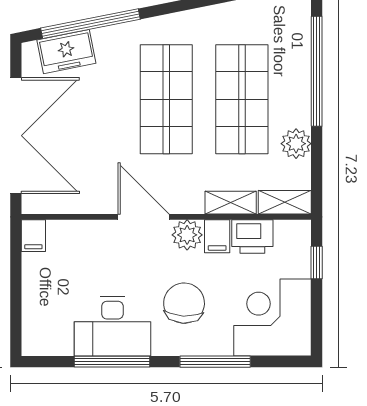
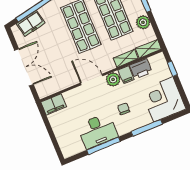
double door: (16, 136) -> (24, 67), width x0.73
filing cabinet: (33, 236) -> (54, 104), width x2.00
chair: (184, 303) -> (124, 109), width x0.54, depth x0.54

